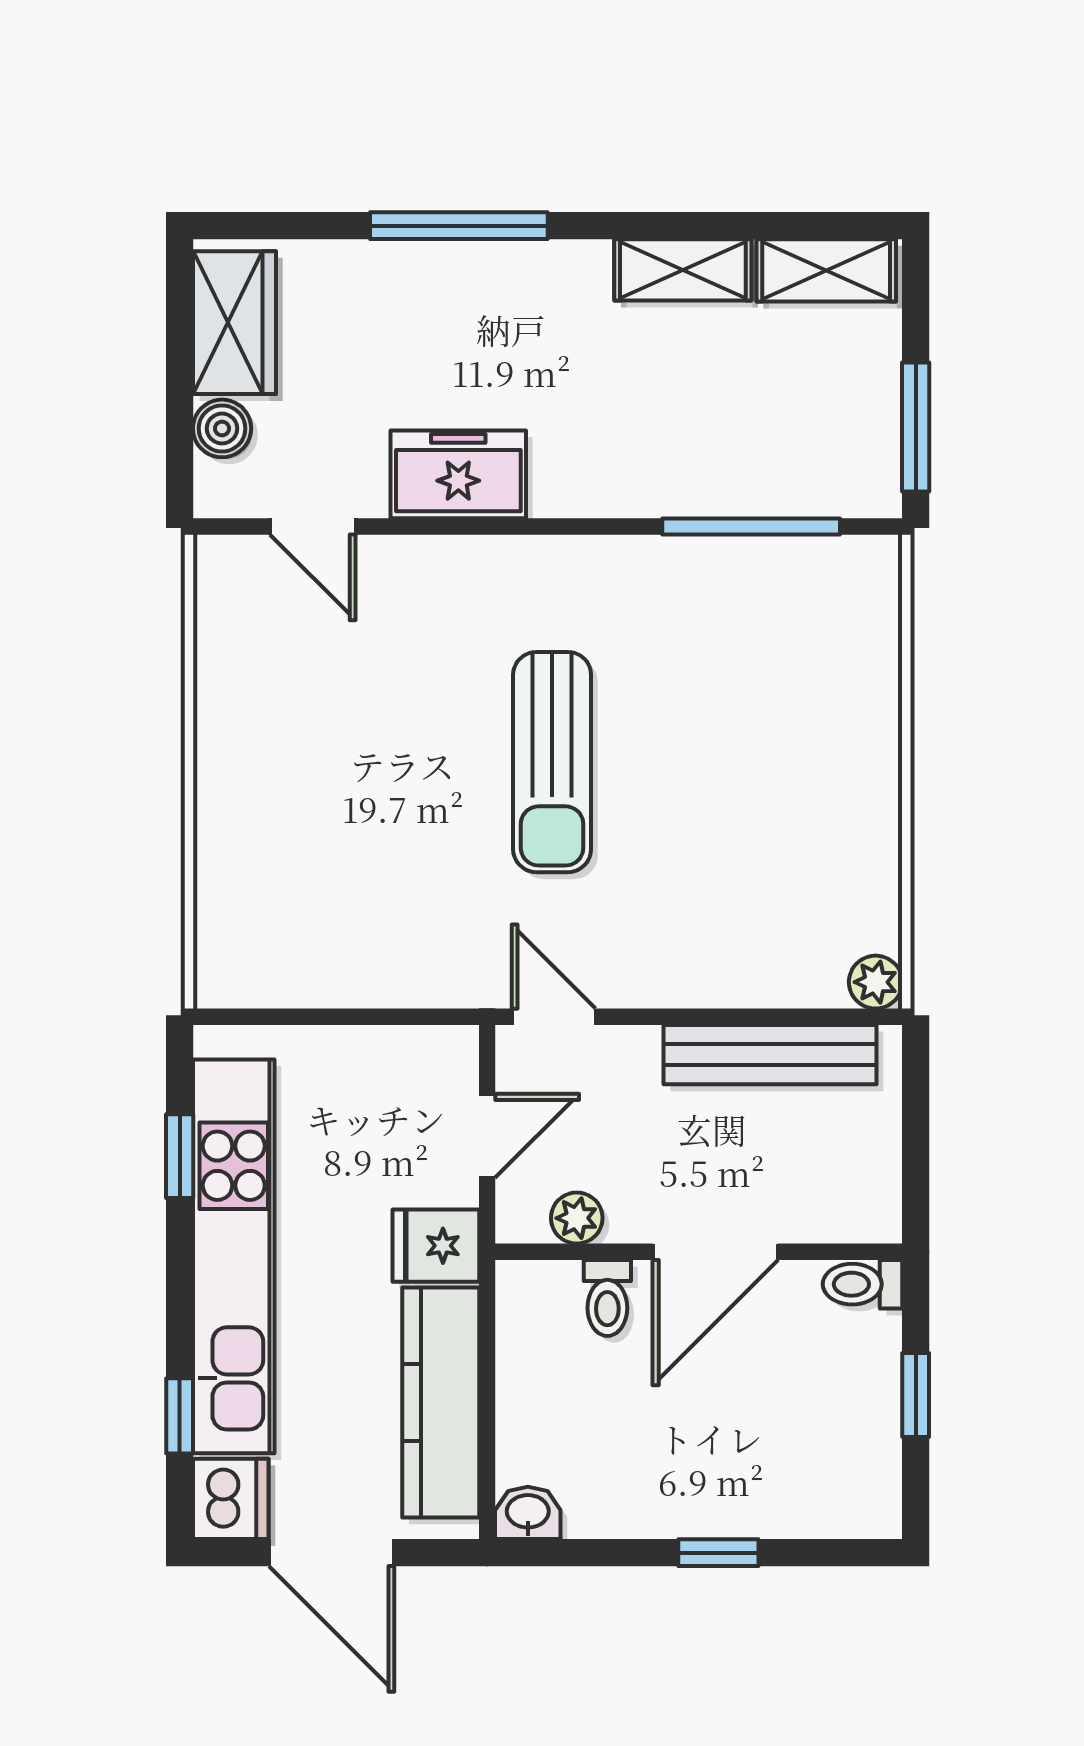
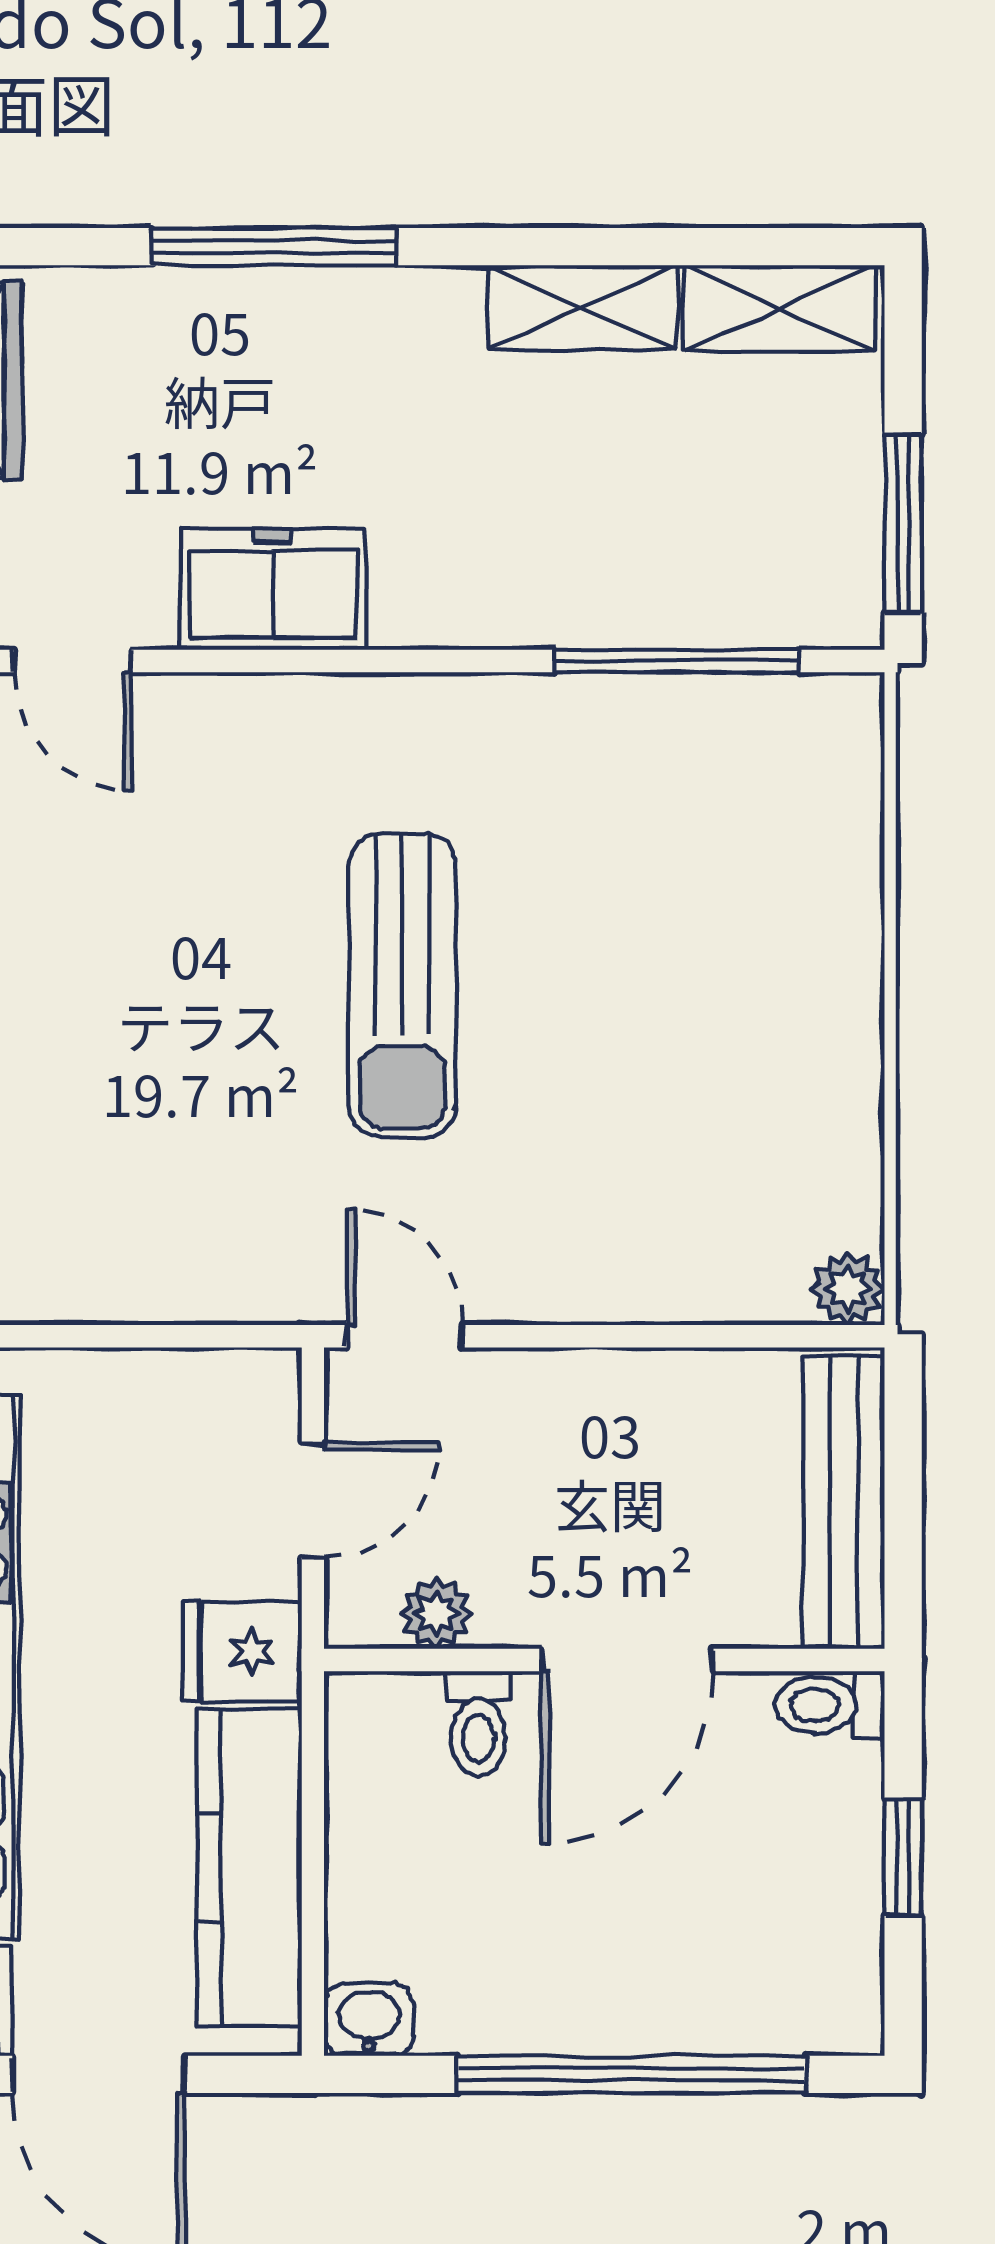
bench: (770, 1055) -> (844, 1502), moved, turned 90
window: (718, 1553) -> (631, 2074), width x3.17

